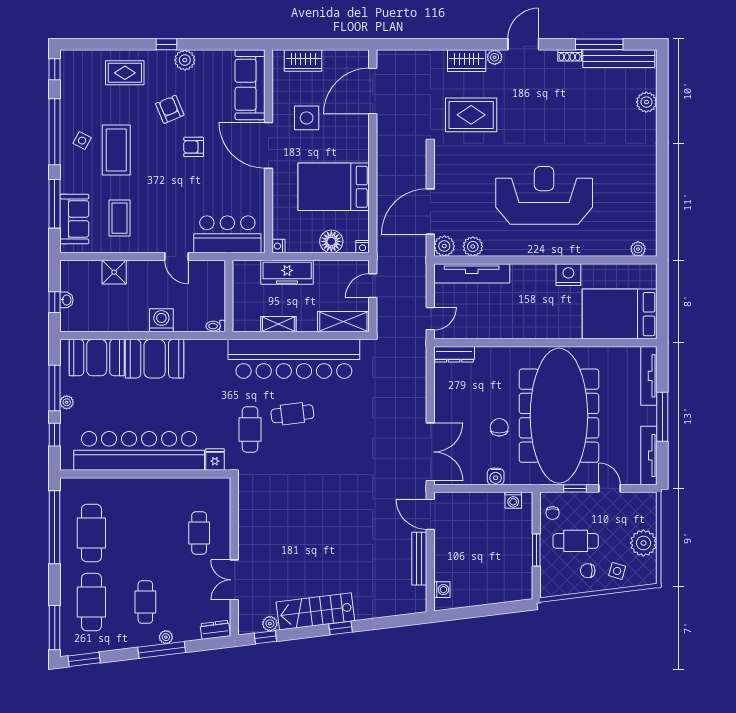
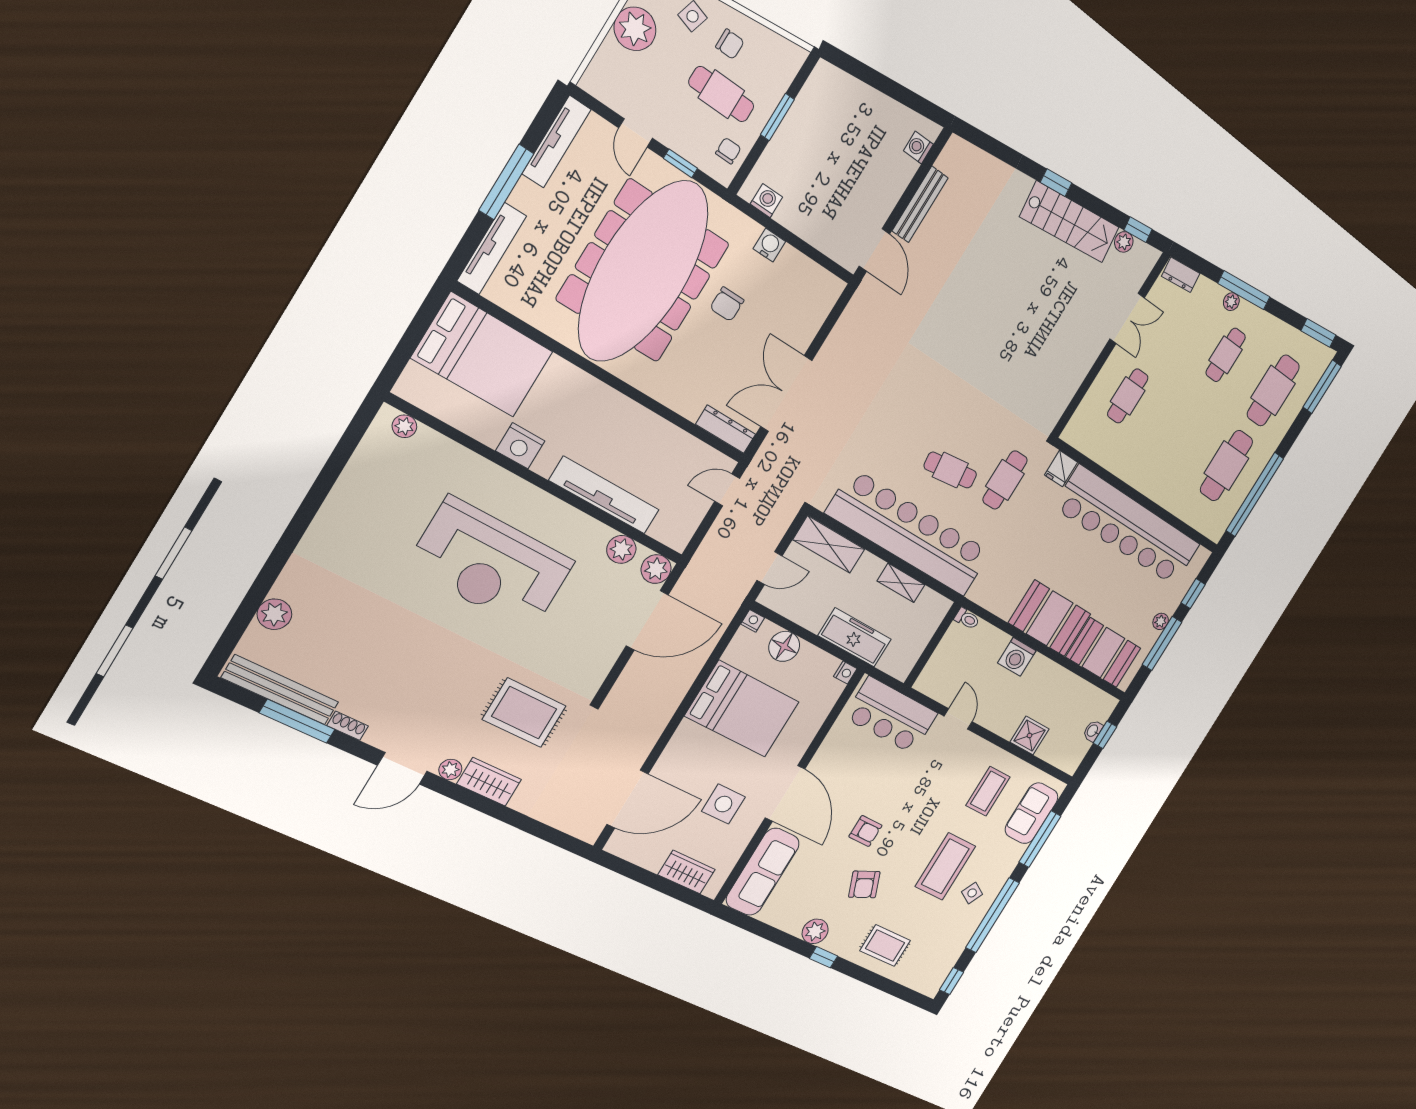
tv unit: (472, 273) -> (604, 495), moved
double door: (430, 452) -> (786, 394), moved

